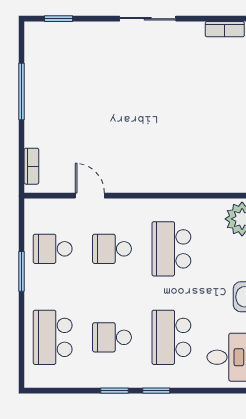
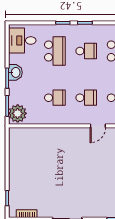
door: (90, 196) -> (98, 126), hinge flipped
school desk: (171, 249) -> (55, 98), width x0.54

